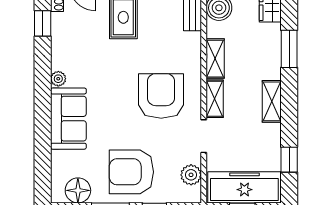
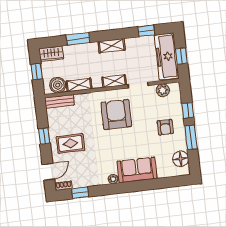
shelving: (215, 59) -> (79, 85), moved
armchair: (161, 96) -> (116, 114), turned 90
armchair: (131, 172) -> (165, 127), width x0.53, depth x0.53

